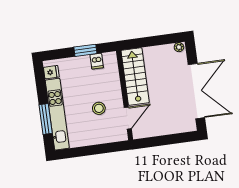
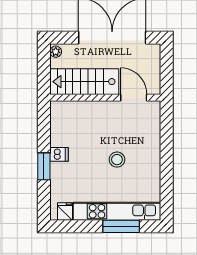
stairs: (135, 77) -> (84, 82), moved
wall: (125, 95) -> (105, 98), moved
door: (128, 118) -> (134, 98), moved

